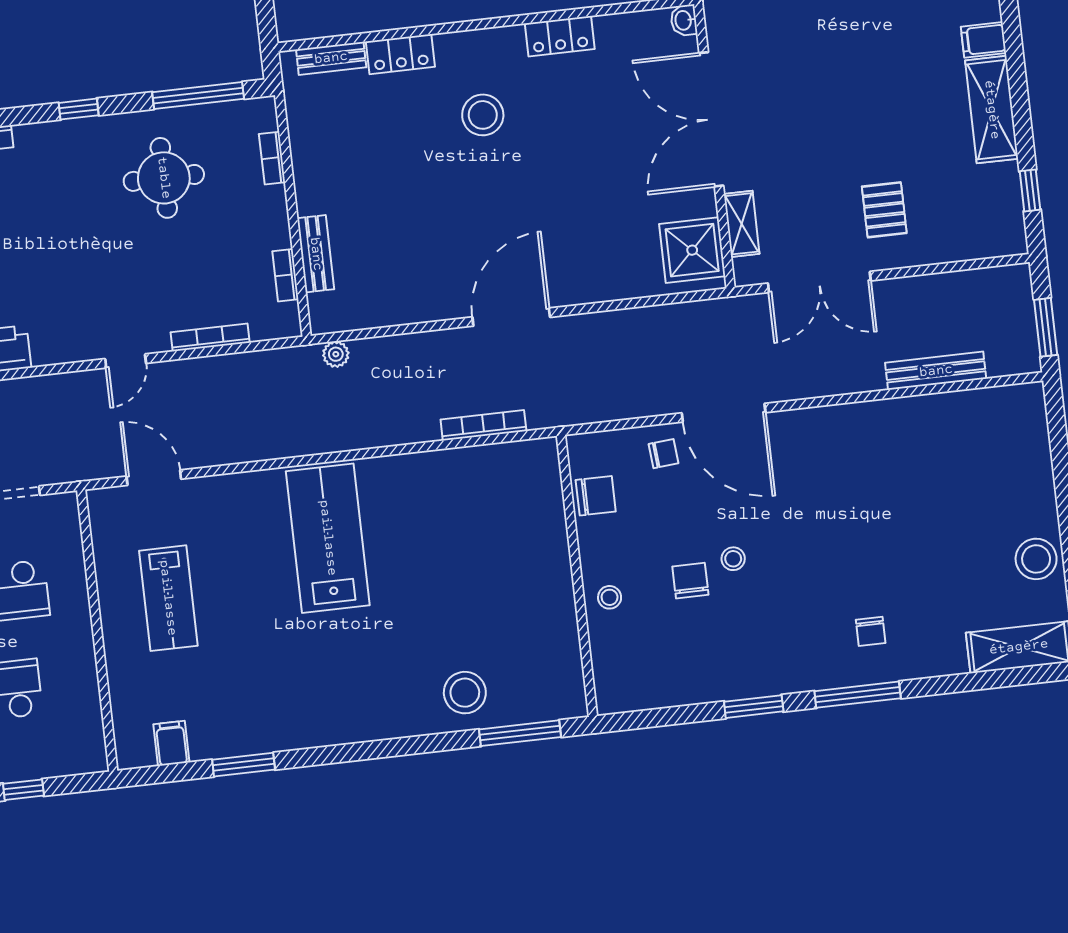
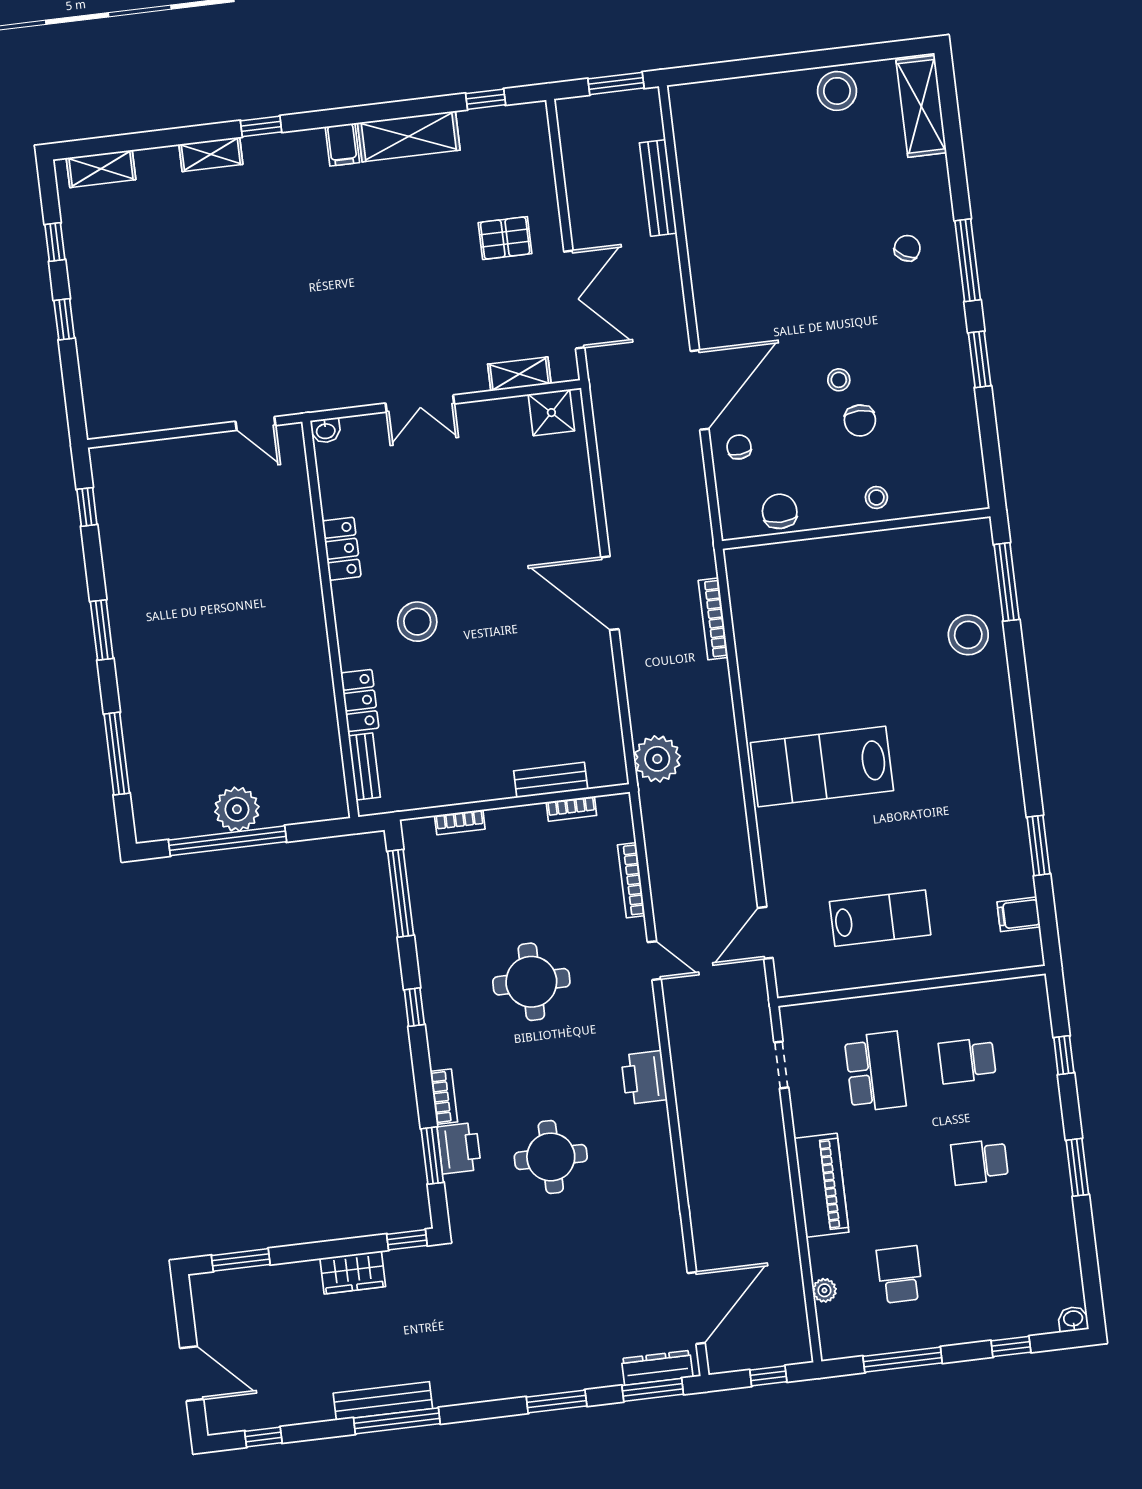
double door: (711, 119) -> (420, 404), width x0.54
round table: (164, 178) -> (531, 982), moved
shower: (692, 250) -> (551, 413), width x0.73, depth x0.73
plant: (336, 354) -> (657, 759), width x1.87, depth x1.87
chair: (690, 581) -> (860, 420), turned -90
chair: (871, 631) -> (907, 248), turned -61

